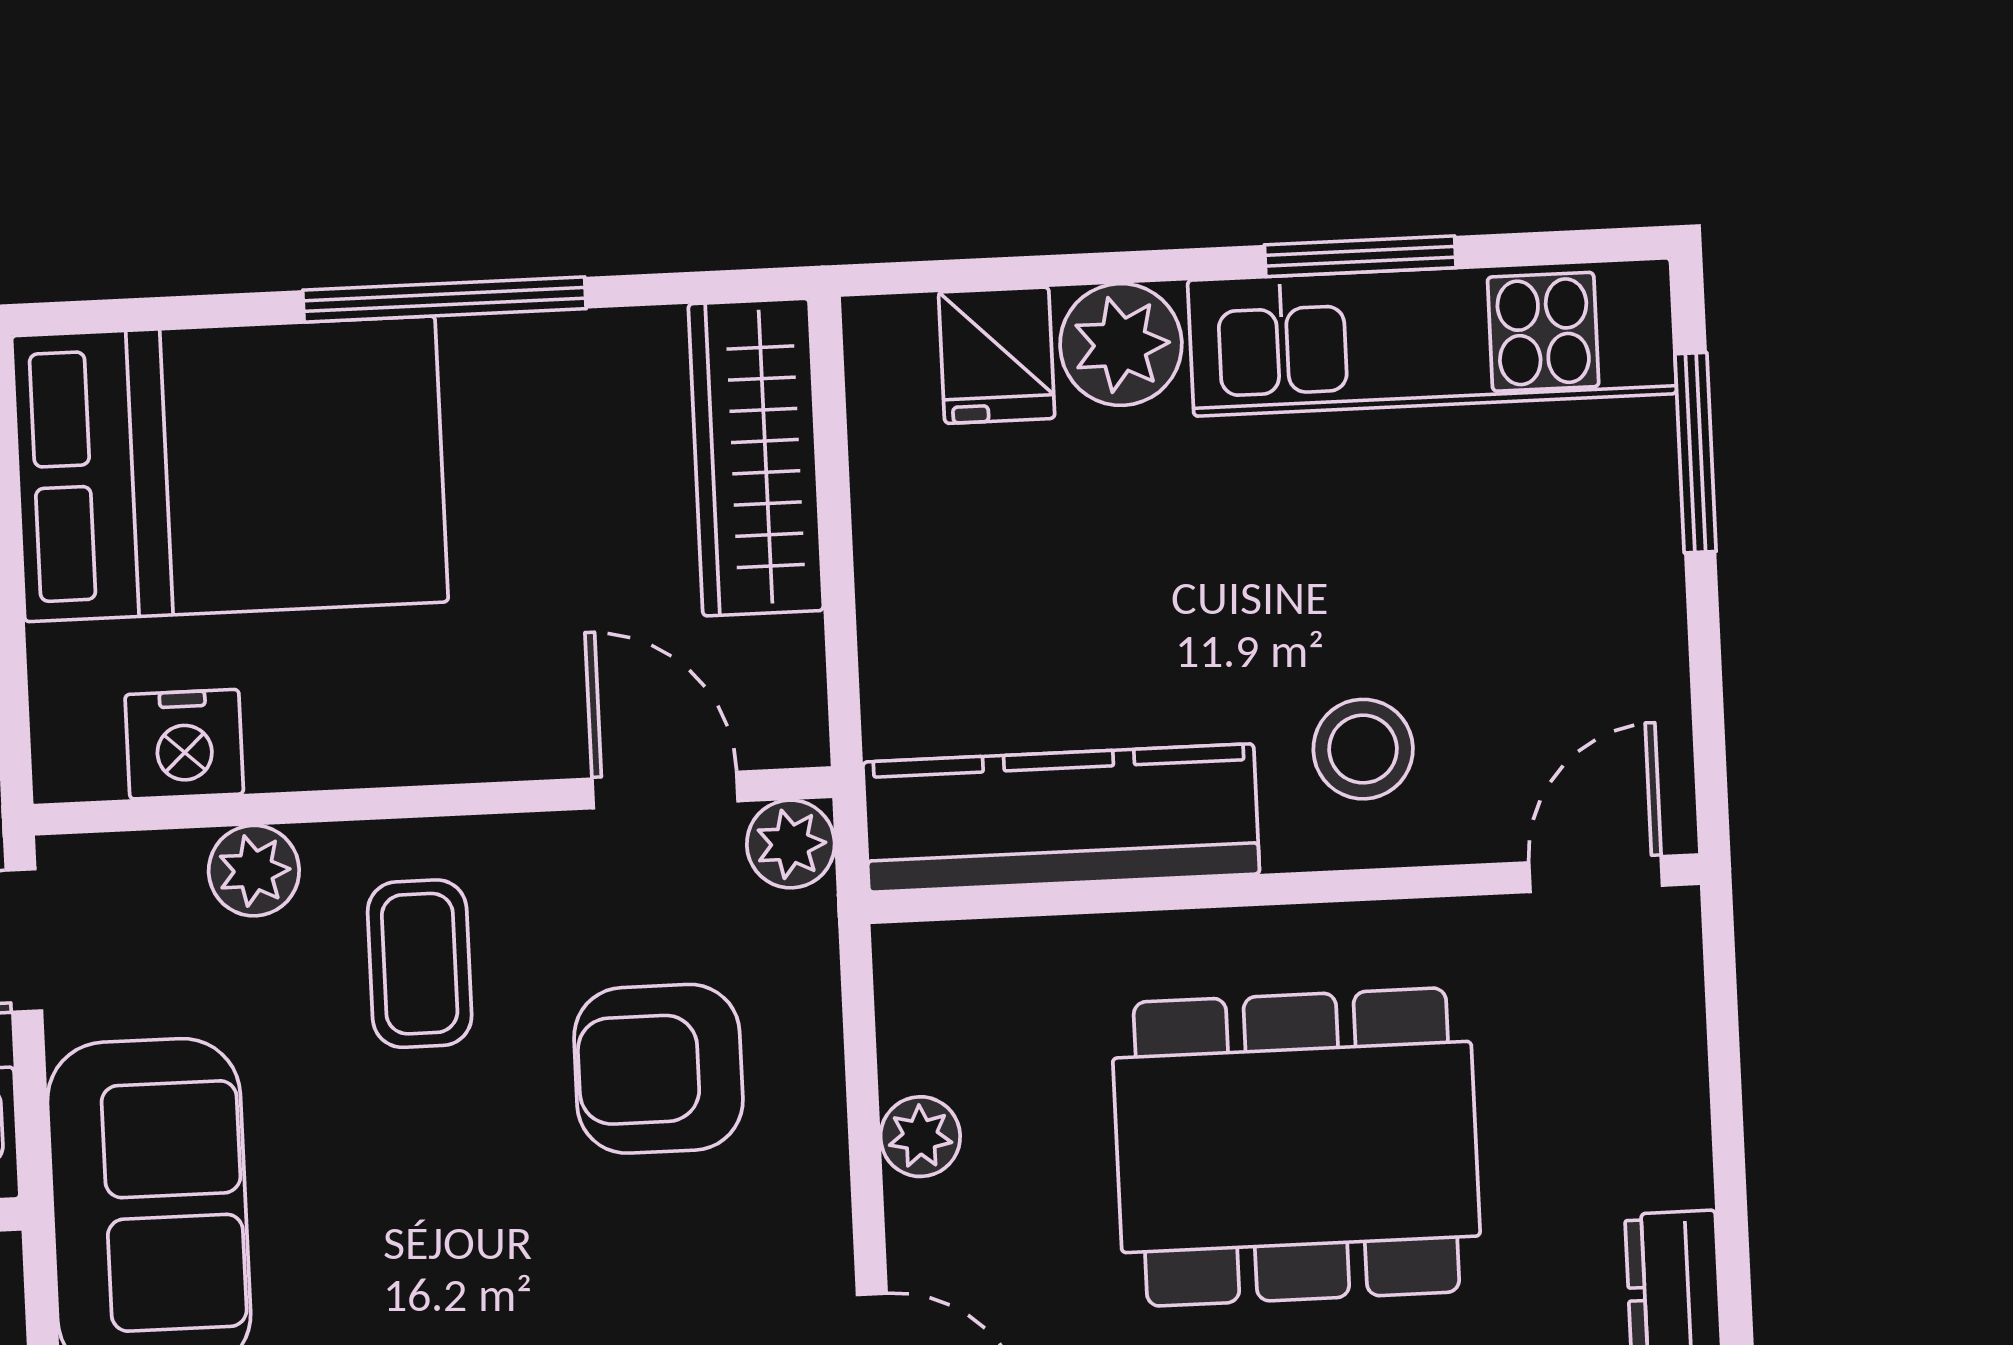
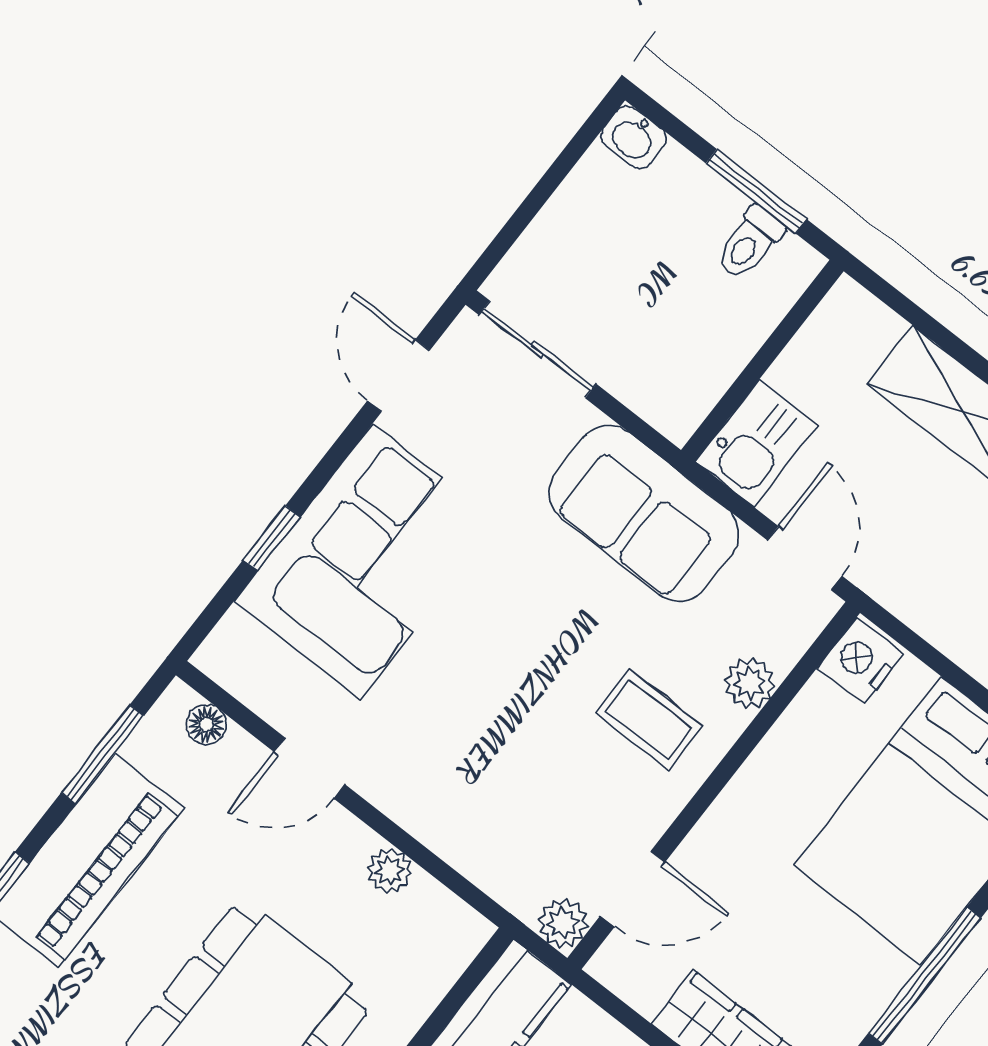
nightstand: (184, 744) -> (860, 661), moved
armchair: (658, 1069) -> (515, 783), removed

